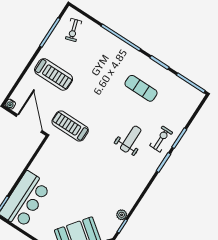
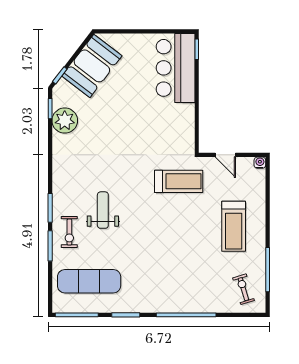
treadmill: (54, 74) -> (234, 226), turned -90
exercise mat: (141, 88) -> (89, 281), moved, width x1.36, depth x1.45
door: (29, 123) -> (225, 155), width x0.53
weight bench: (131, 139) -> (103, 210), turned 180
plant: (122, 215) -> (65, 121), width x1.88, depth x1.88

